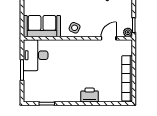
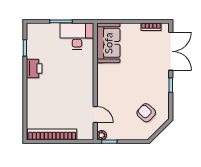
side table: (75, 28) -> (107, 78), removed
printer: (90, 95) -> (34, 68), moved

